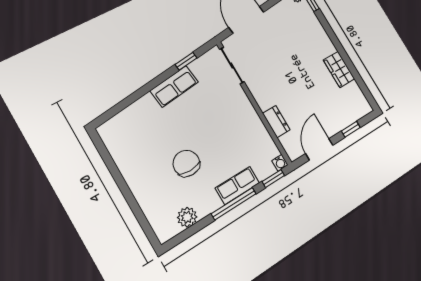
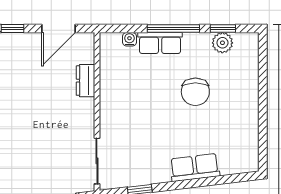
row of seats: (174, 86) -> (195, 167), moved
water cooler: (280, 163) -> (129, 39), moved
window: (273, 179) -> (223, 28), moved

